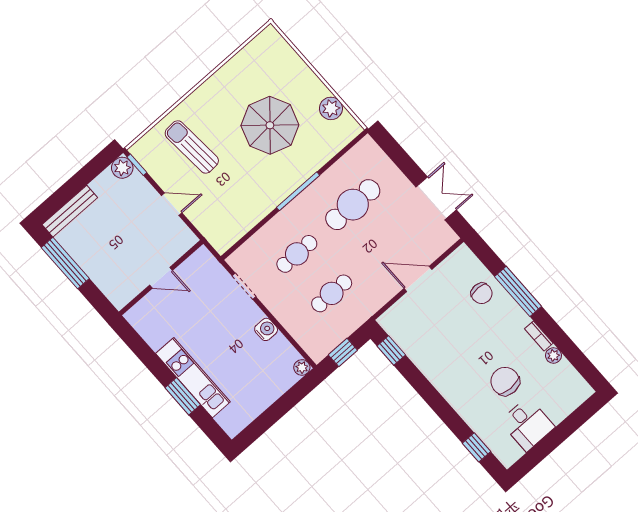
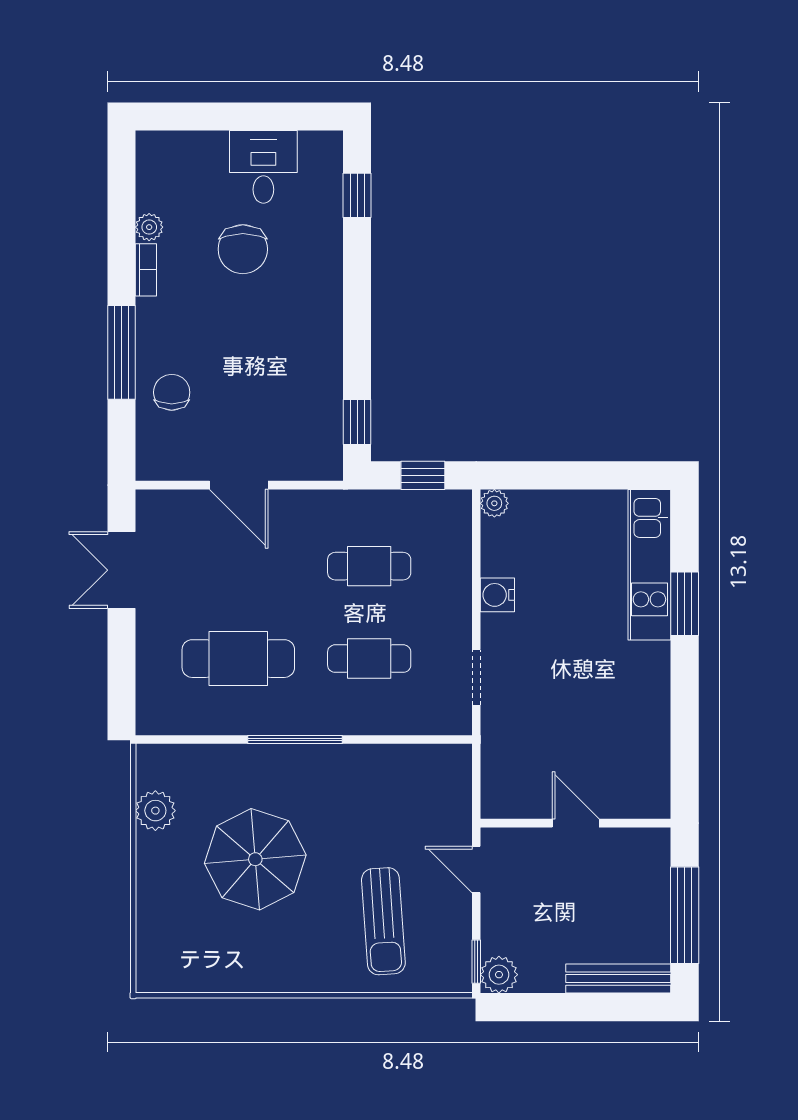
door: (161, 278) -> (576, 823), moved
wall: (161, 278) -> (576, 823), moved
kitchen unit: (193, 378) -> (649, 565), moved

